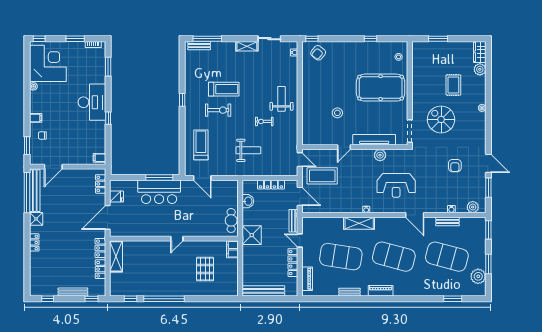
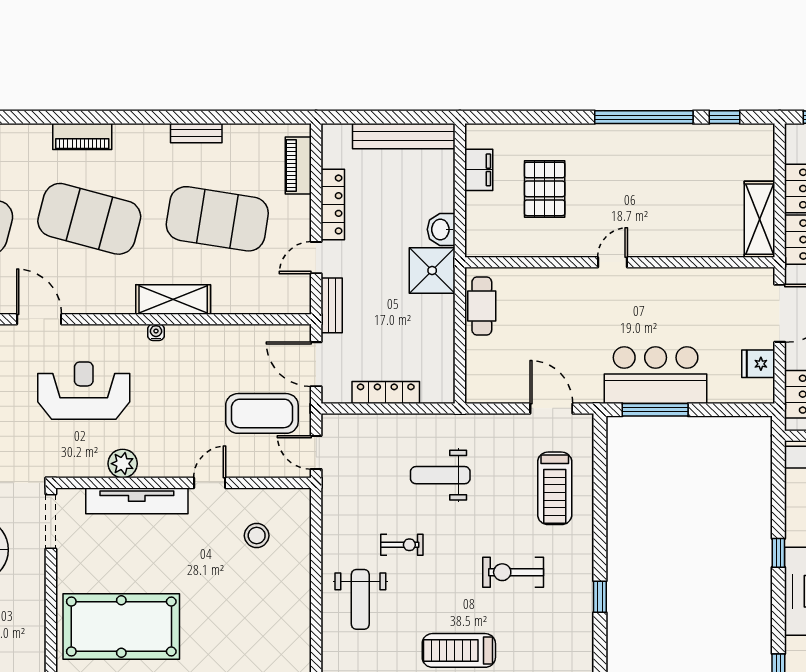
treadmill: (224, 89) -> (459, 650), moved
stool: (337, 113) -> (257, 536), moved
washbasin: (248, 201) -> (441, 229), moved
door: (300, 240) -> (316, 258), swing flipped
filing cabinet: (232, 249) -> (479, 170), moved
piano: (381, 291) -> (82, 137), moved

